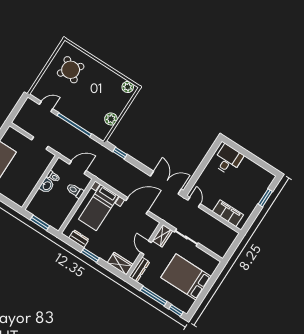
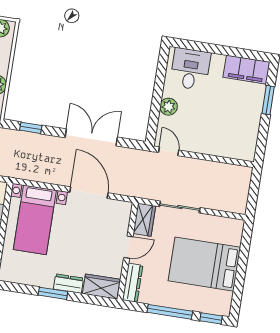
plant: (206, 176) -> (169, 107), added
double door: (166, 183) -> (91, 137), moved
door: (137, 206) -> (89, 193), hinge flipped
filing cabinet: (228, 213) -> (246, 70), moved, turned 180
dresser: (79, 239) -> (68, 284), moved
door: (146, 248) -> (128, 247), swing flipped

